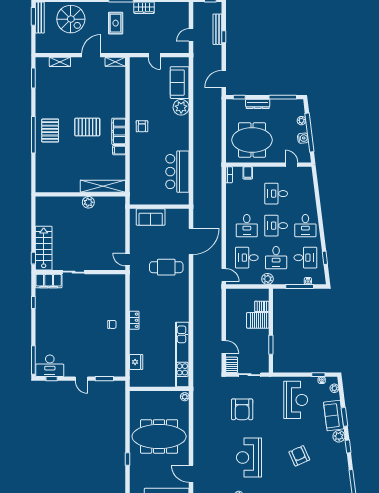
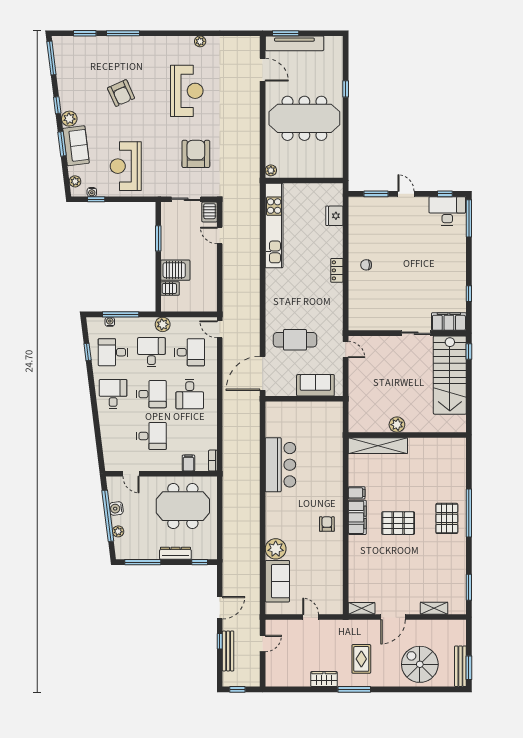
door: (224, 79) -> (220, 608), moved
wall: (159, 207) -> (304, 399), moved
sofa: (151, 217) -> (315, 385), moved
desk: (247, 226) -> (190, 394), turned 180
stairs: (44, 248) -> (450, 375), width x1.36, depth x1.51

